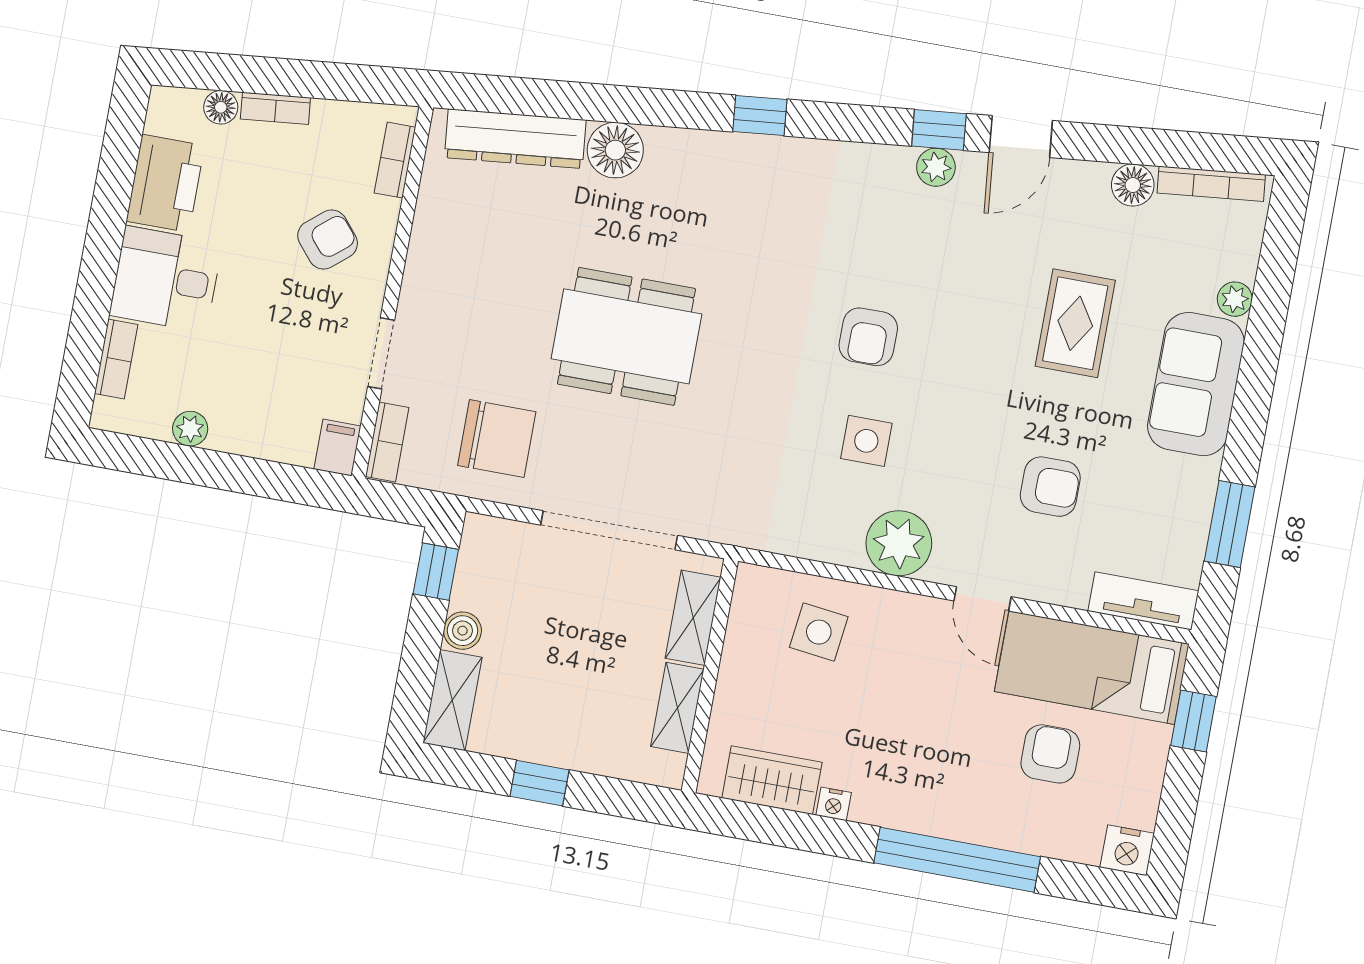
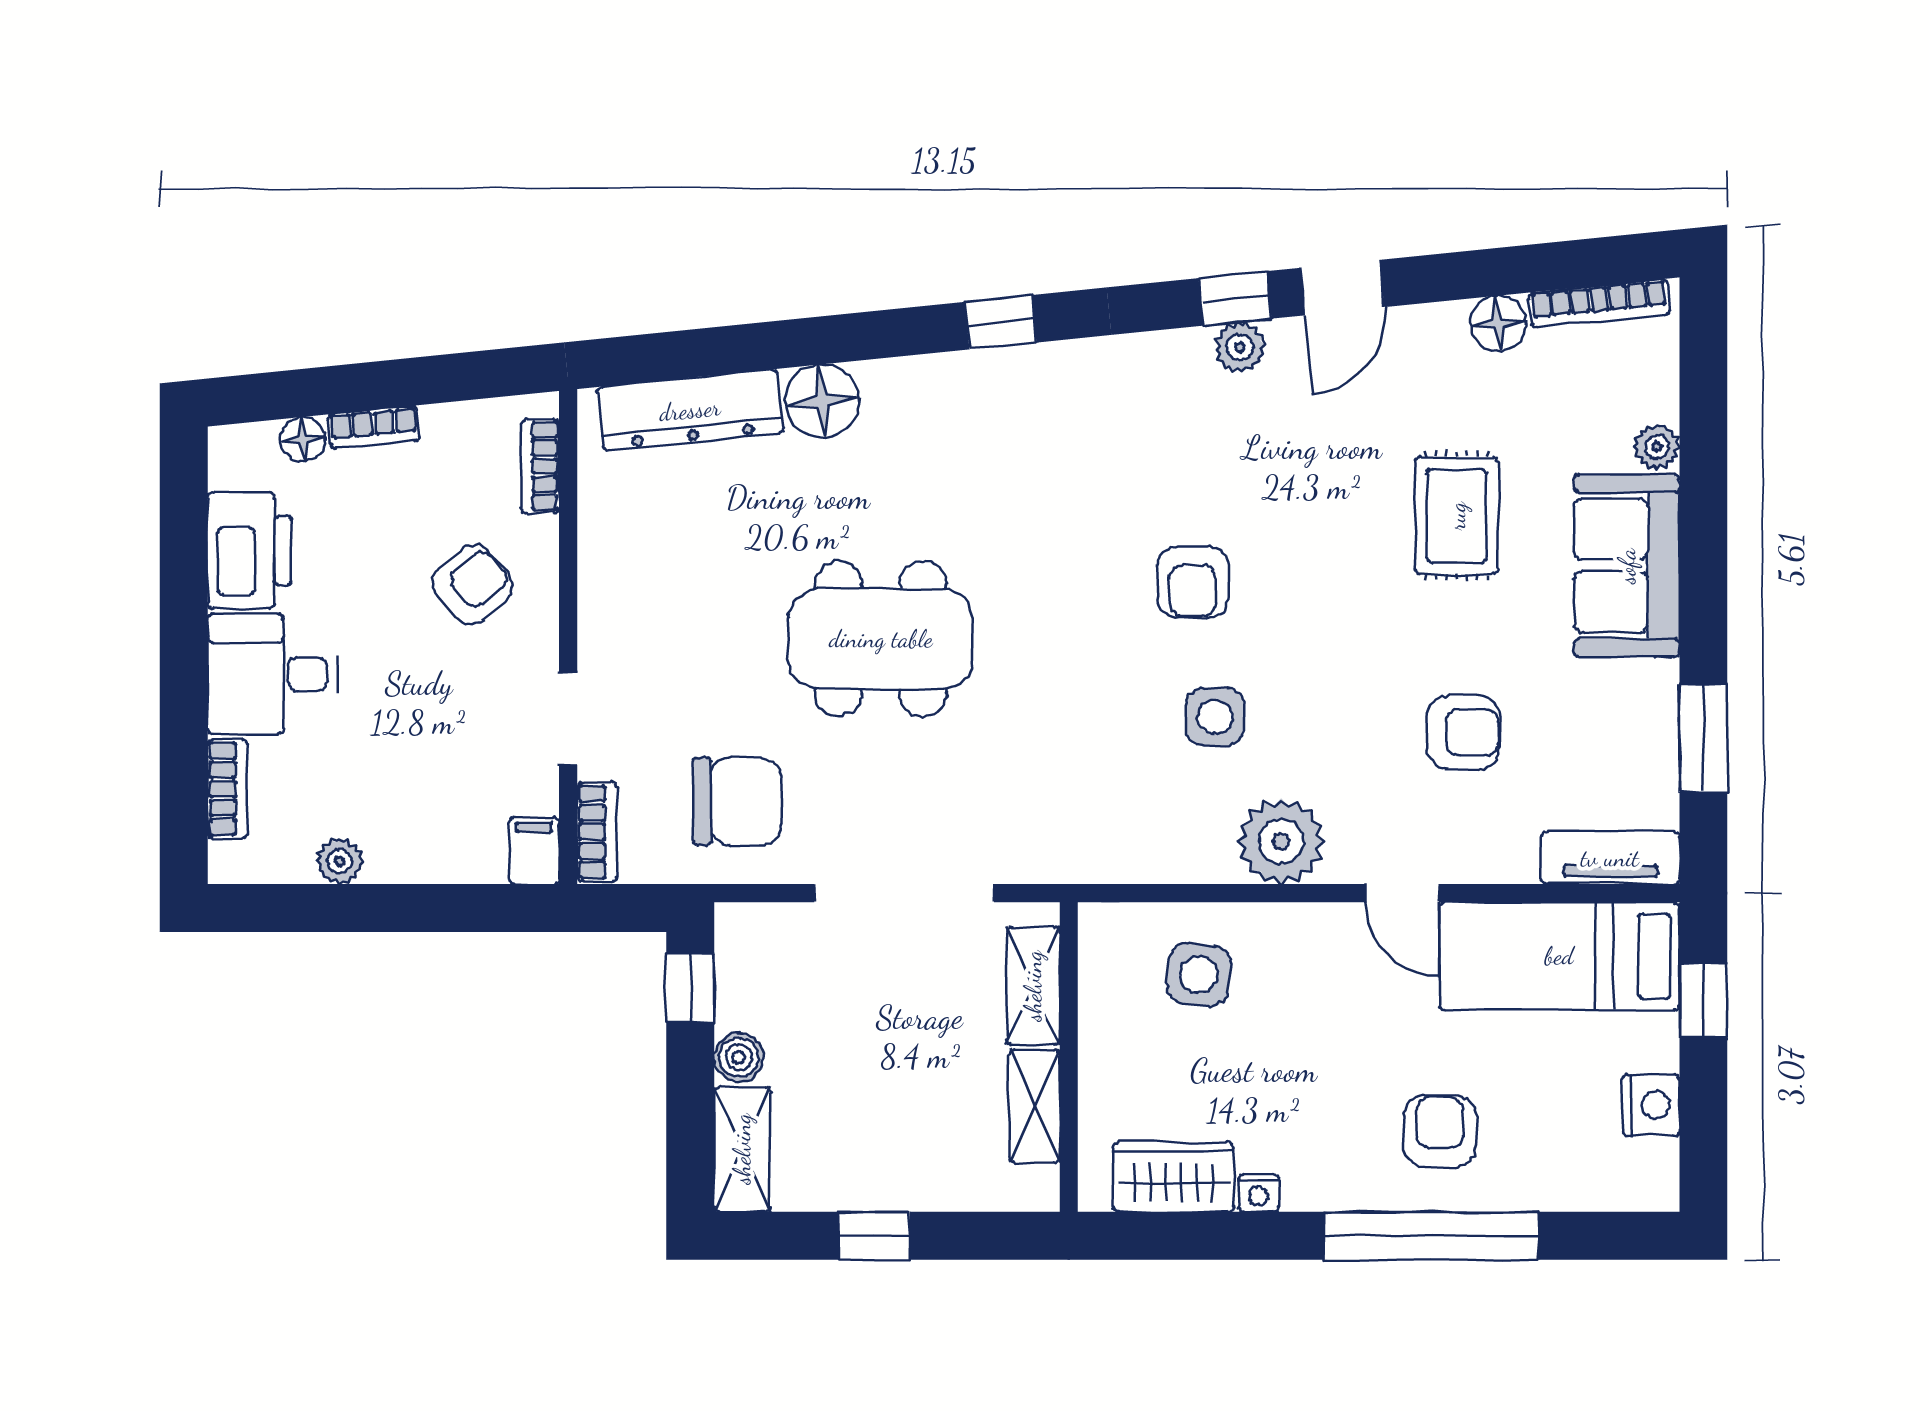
armchair: (1050, 754) -> (1440, 1131), moved
nightstand: (1127, 850) -> (1651, 1105), moved, turned -90

